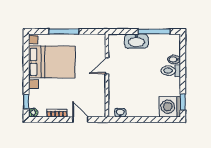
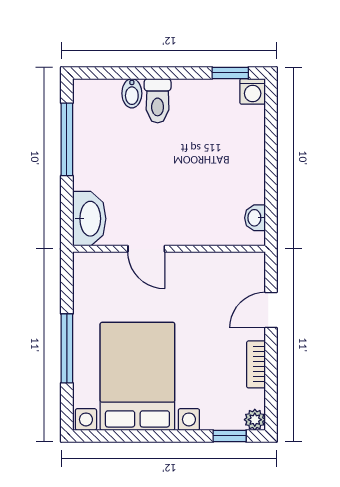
washbasin: (136, 41) -> (89, 219), moved
washing machine: (170, 107) -> (253, 91), width x0.53, depth x0.53

